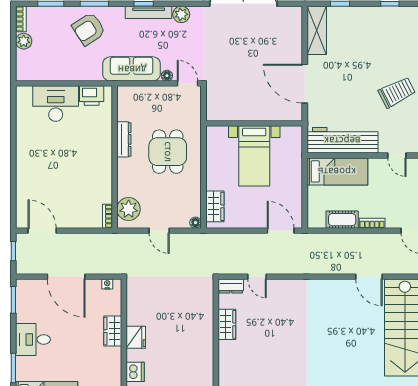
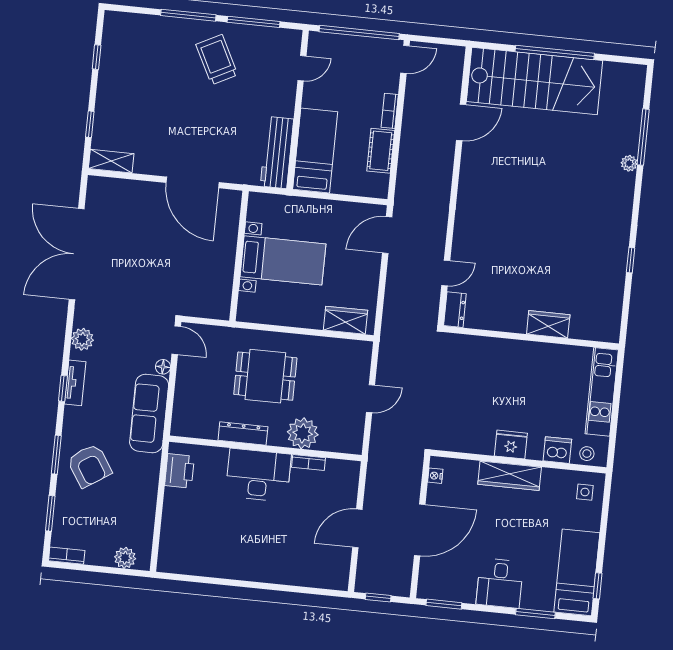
tv unit: (149, 12) -> (75, 383), width x0.71
shelving: (317, 30) -> (111, 161), width x0.67, depth x0.75
plant: (24, 41) -> (125, 558), moved
door: (188, 83) -> (176, 340), swing flipped
door: (305, 84) -> (193, 182), hinge flipped
desk: (56, 104) -> (258, 475), moved, turned 90
workbench: (342, 140) -> (277, 153), width x0.73, depth x0.76
plant: (129, 209) -> (303, 433), moved
bookcase: (107, 216) -> (309, 462), moved
floor lamp: (196, 223) -> (365, 348), removed
door: (42, 231) -> (357, 528), moved
wardrobe: (227, 324) -> (548, 324), moved
wardrobe: (113, 331) -> (510, 476), width x1.50

